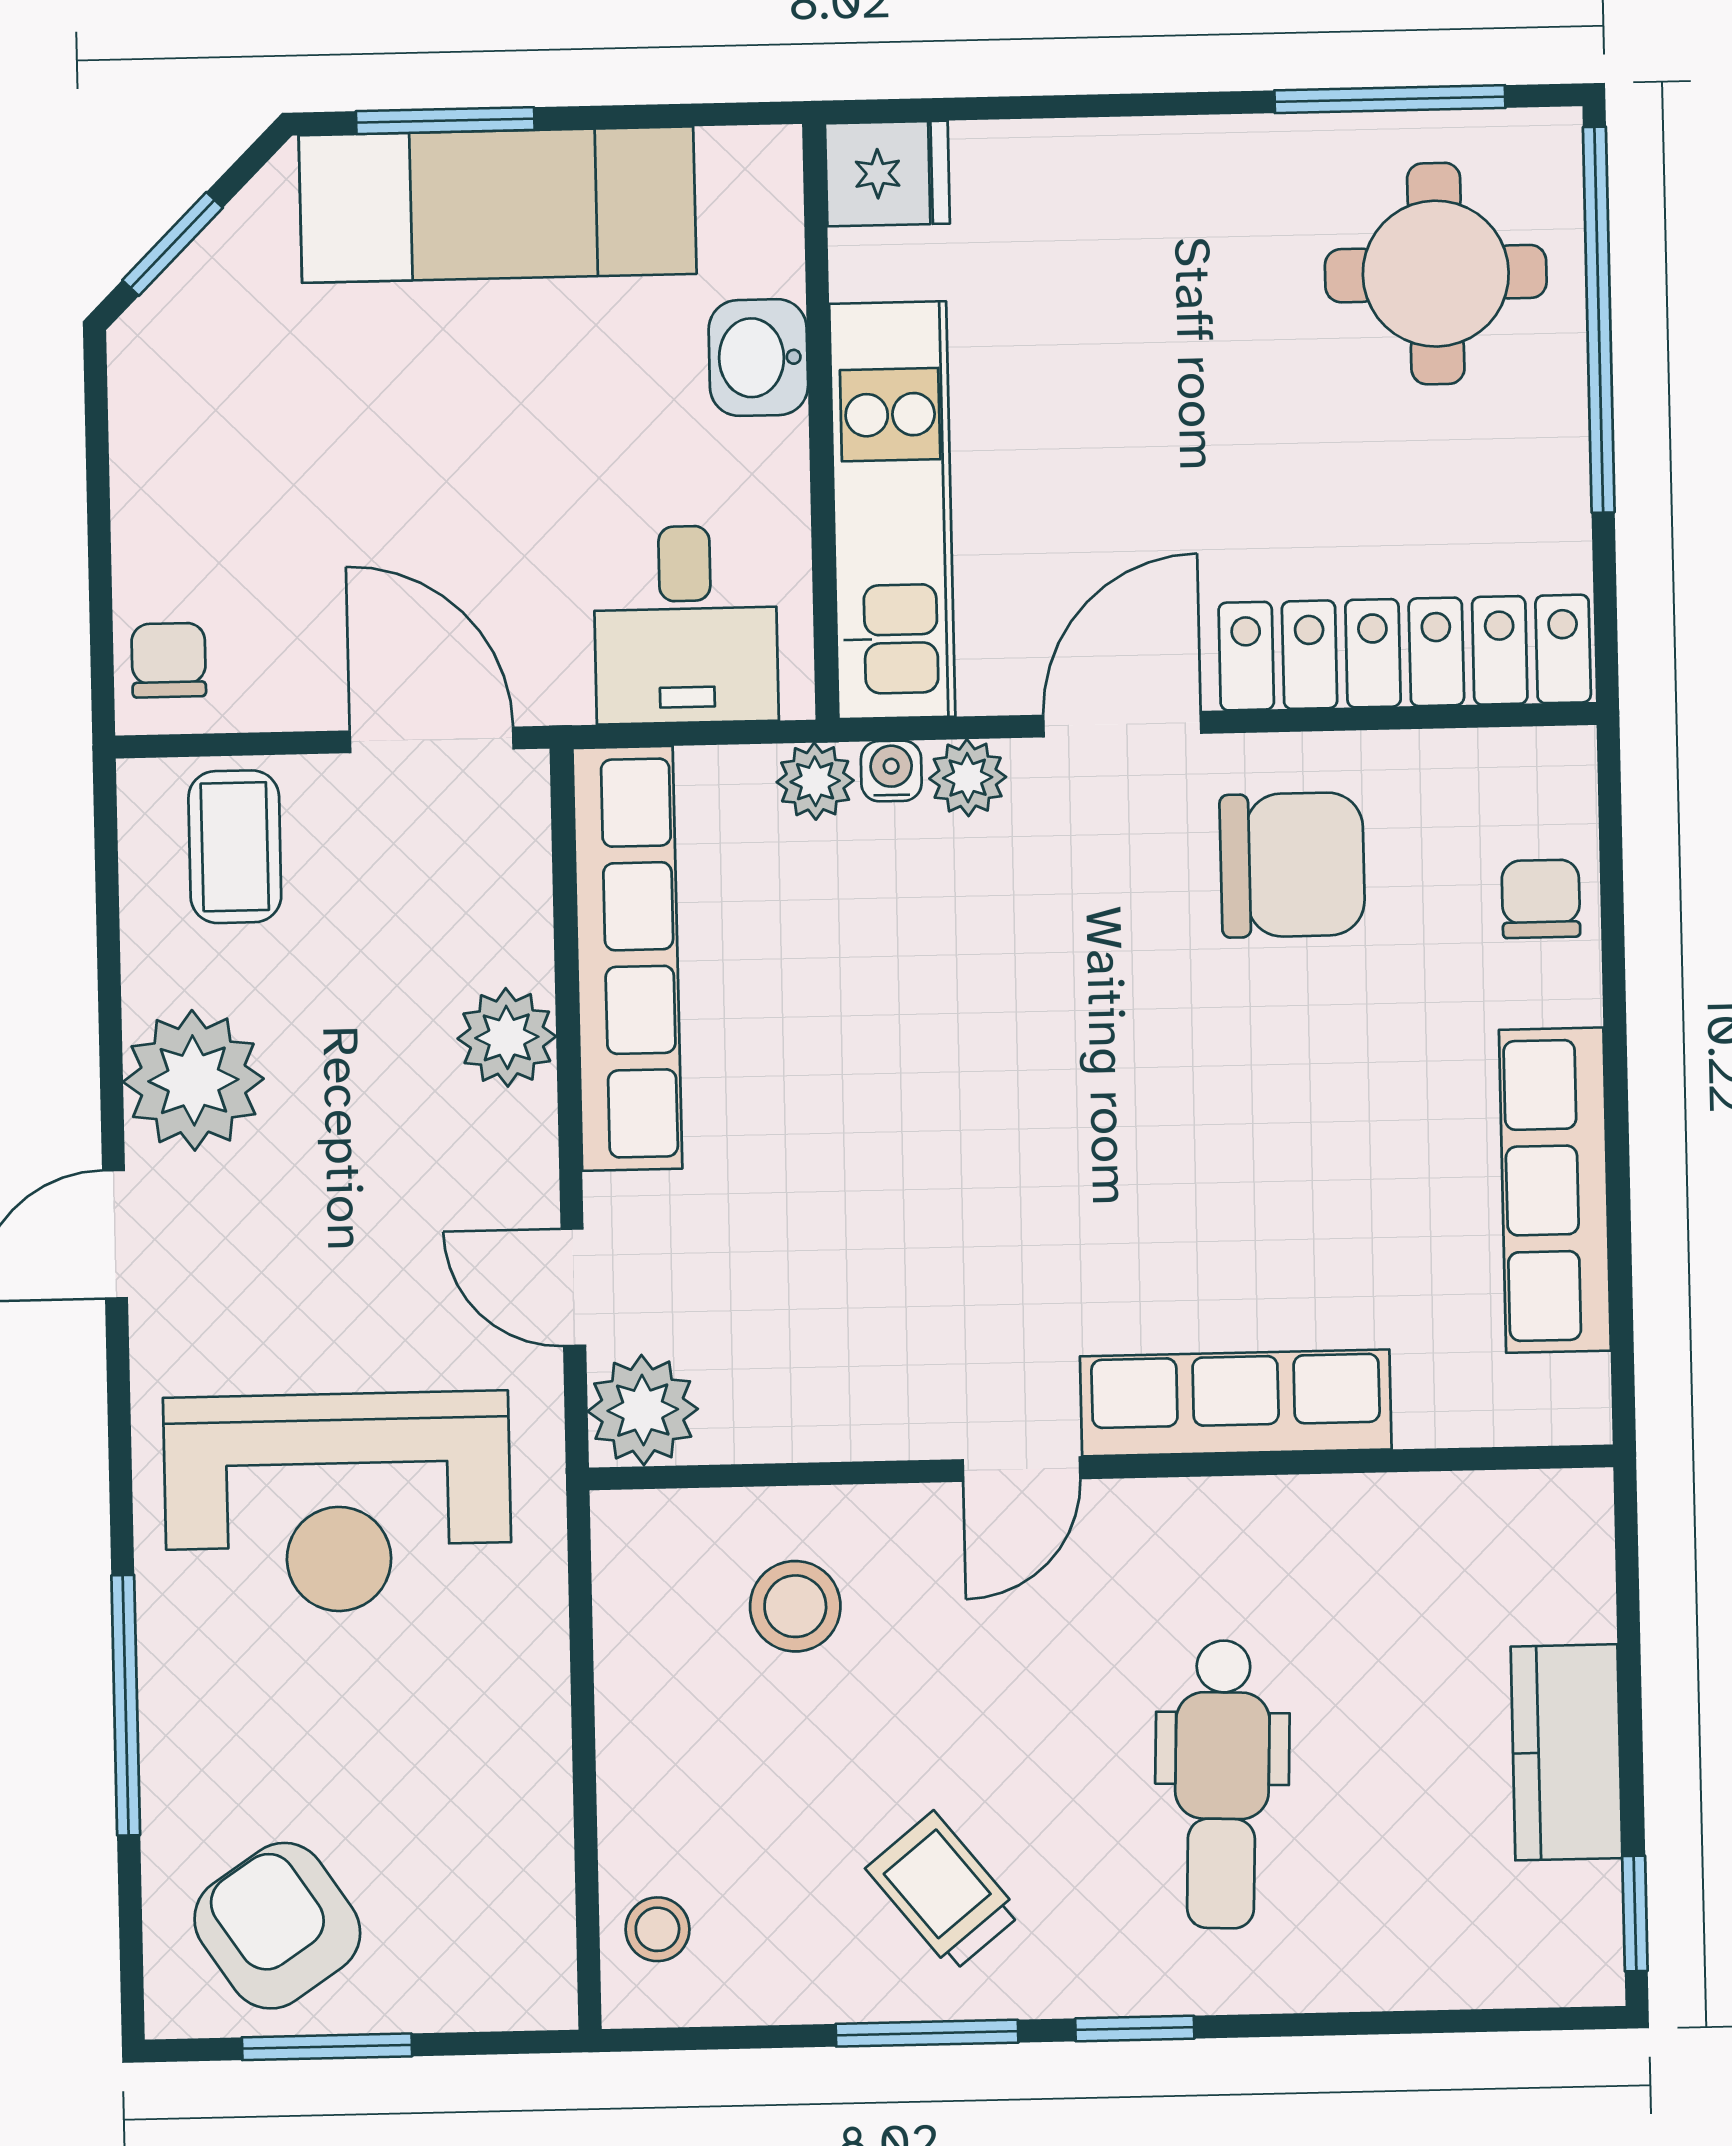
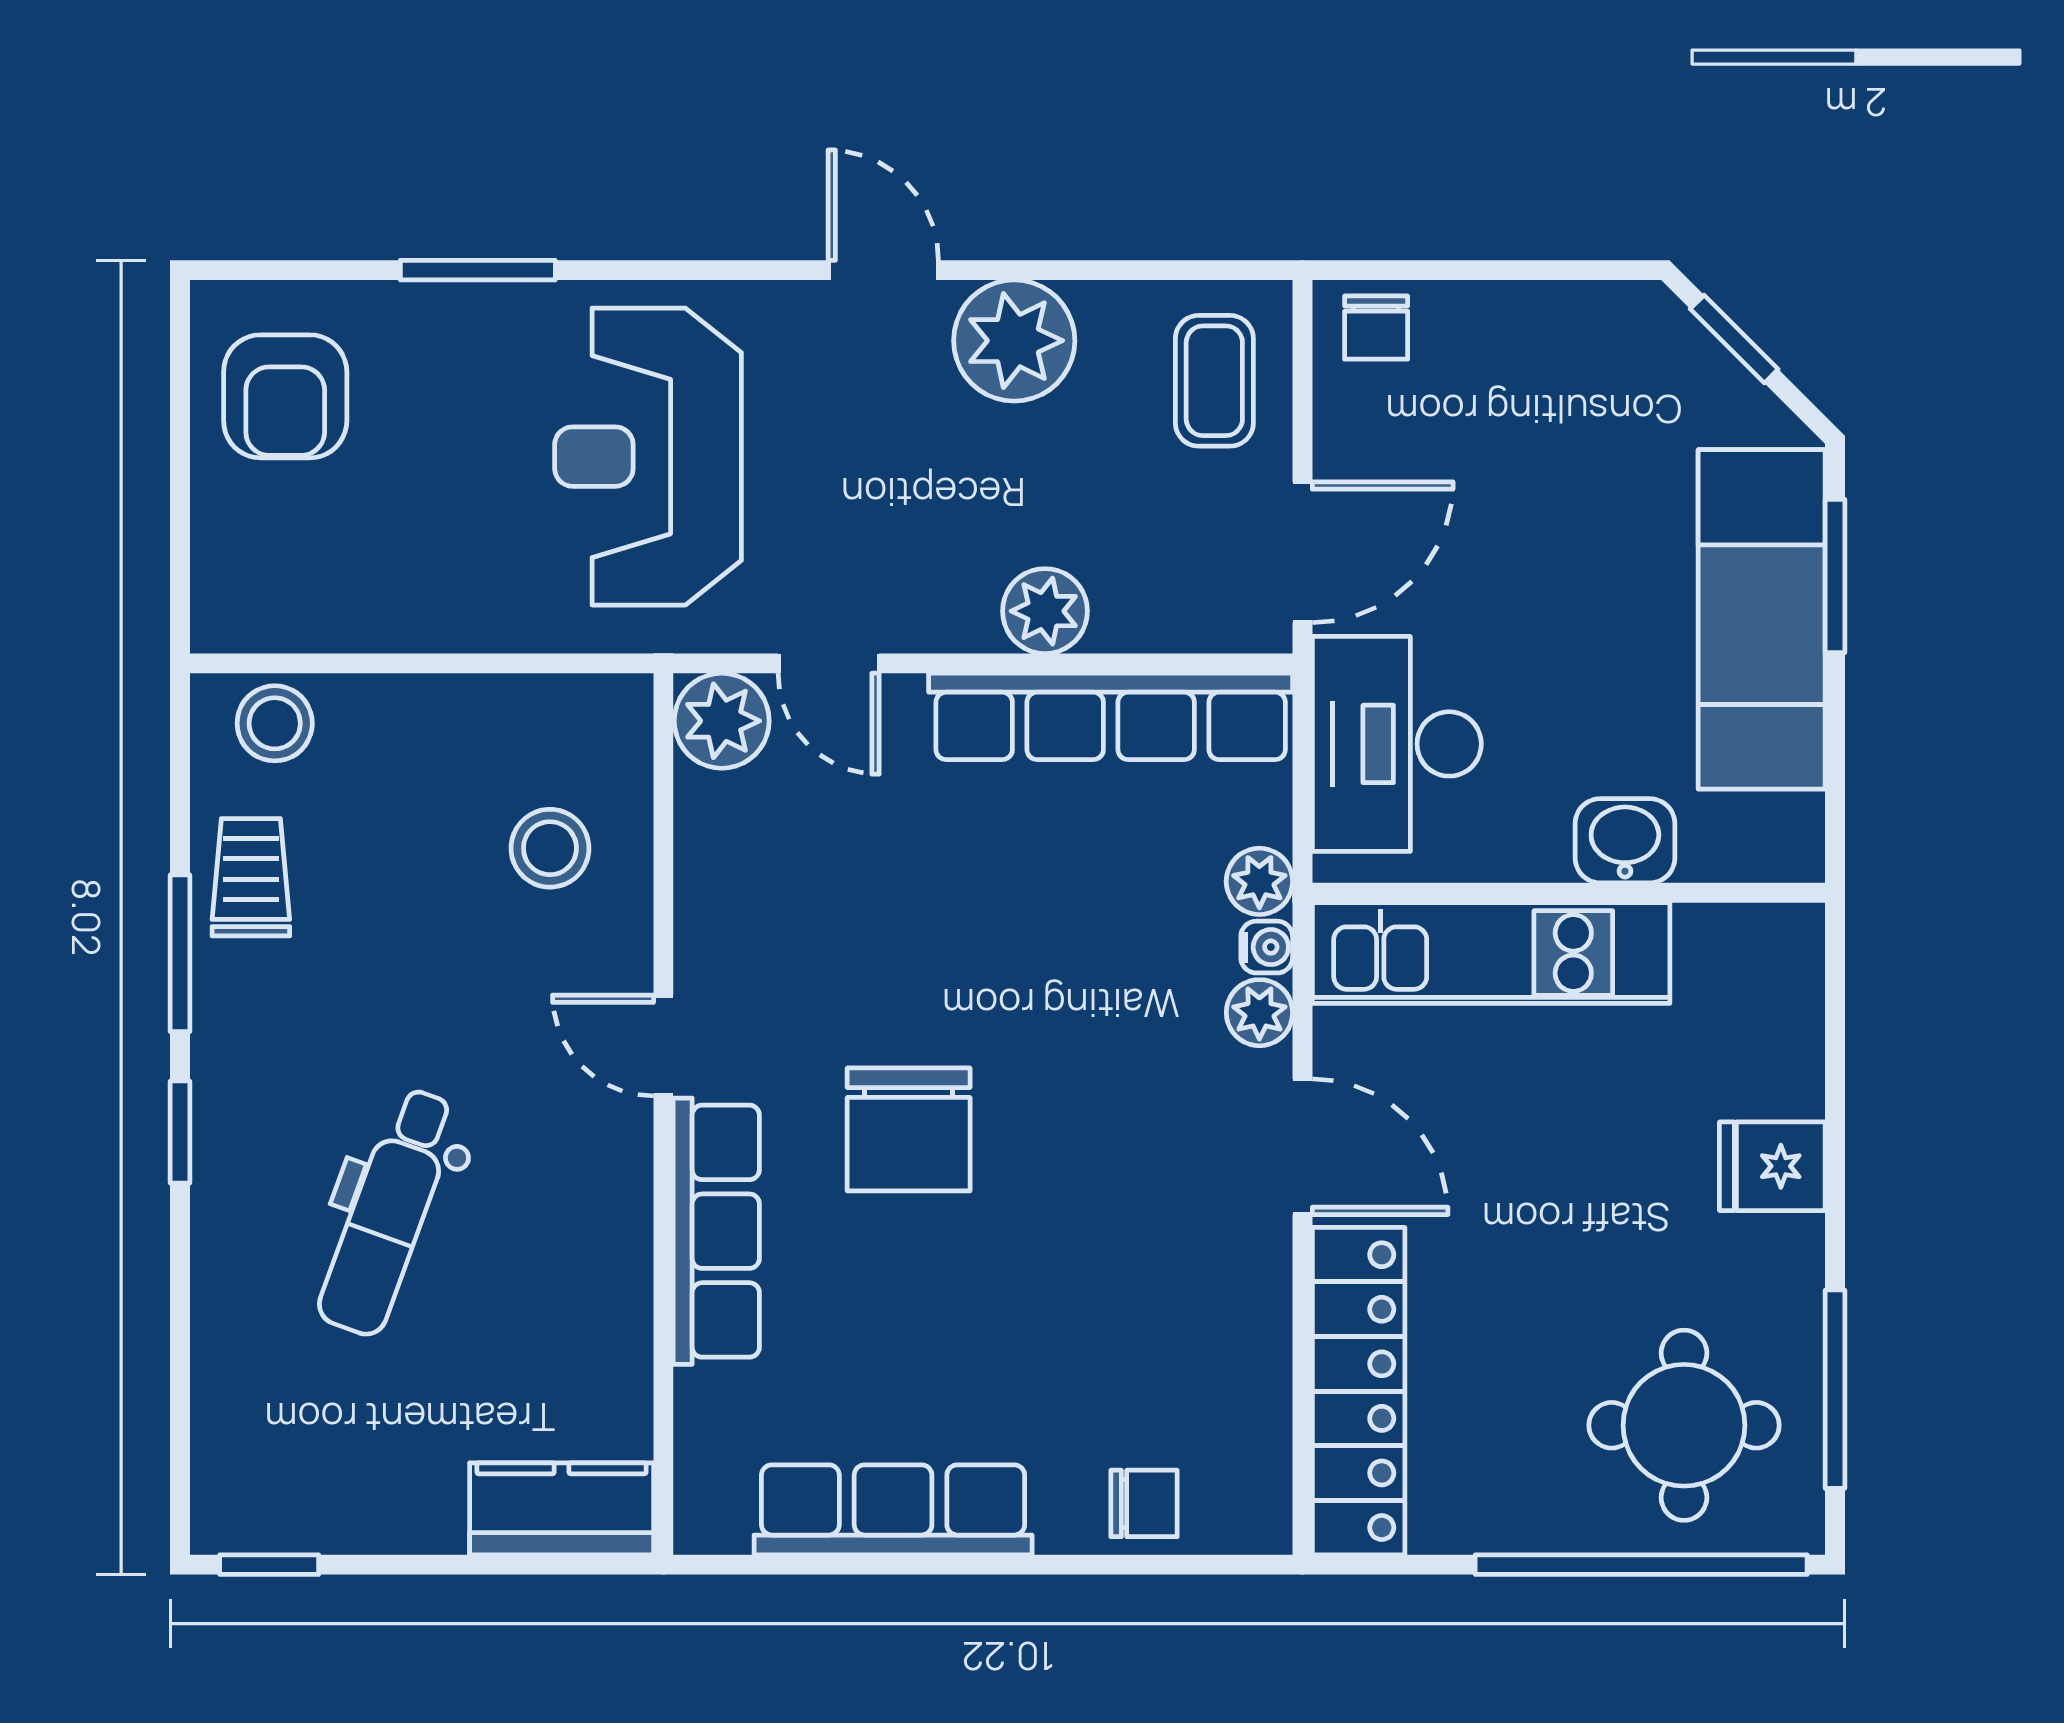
fridge: (887, 173) -> (1772, 1166), moved, turned 90
desk: (686, 624) -> (1397, 744), width x1.37
chair: (169, 660) -> (1376, 328), turned 90
coffee table: (235, 847) -> (1214, 381), turned 90
chair: (1292, 865) -> (909, 1129), moved
door: (573, 1287) -> (829, 663), swing flipped
window: (126, 1705) -> (478, 270), width x0.69
kitchen counter: (1566, 1752) -> (562, 1509), moved
dental chair: (1222, 1784) -> (388, 1212), turned -72
trolley: (943, 1891) -> (251, 877), moved, turned -51
armchair: (277, 1926) -> (285, 396), turned 124
stool: (657, 1929) -> (275, 723), width x1.37, depth x1.37
window: (327, 2047) -> (180, 437), removed

